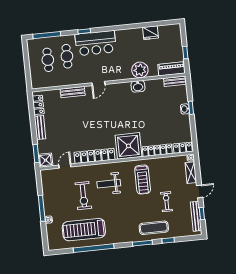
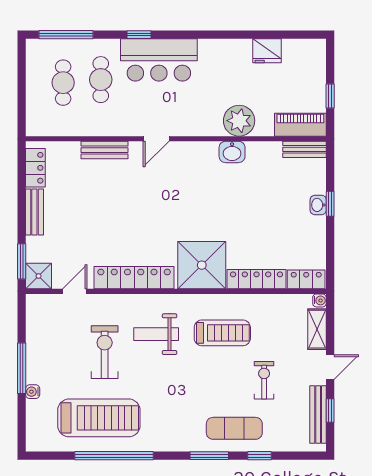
treadmill: (143, 180) -> (222, 333), turned -90
exercise bike: (83, 196) -> (105, 352), turned 180
treadmill: (84, 230) -> (99, 418), turned 180

